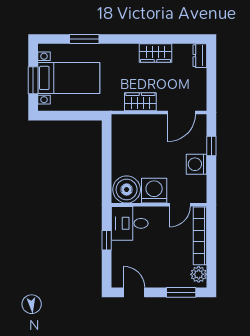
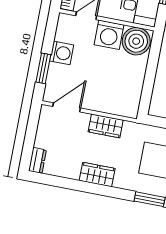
wardrobe: (155, 53) -> (97, 175), moved
window: (211, 146) -> (43, 68), width x1.50

